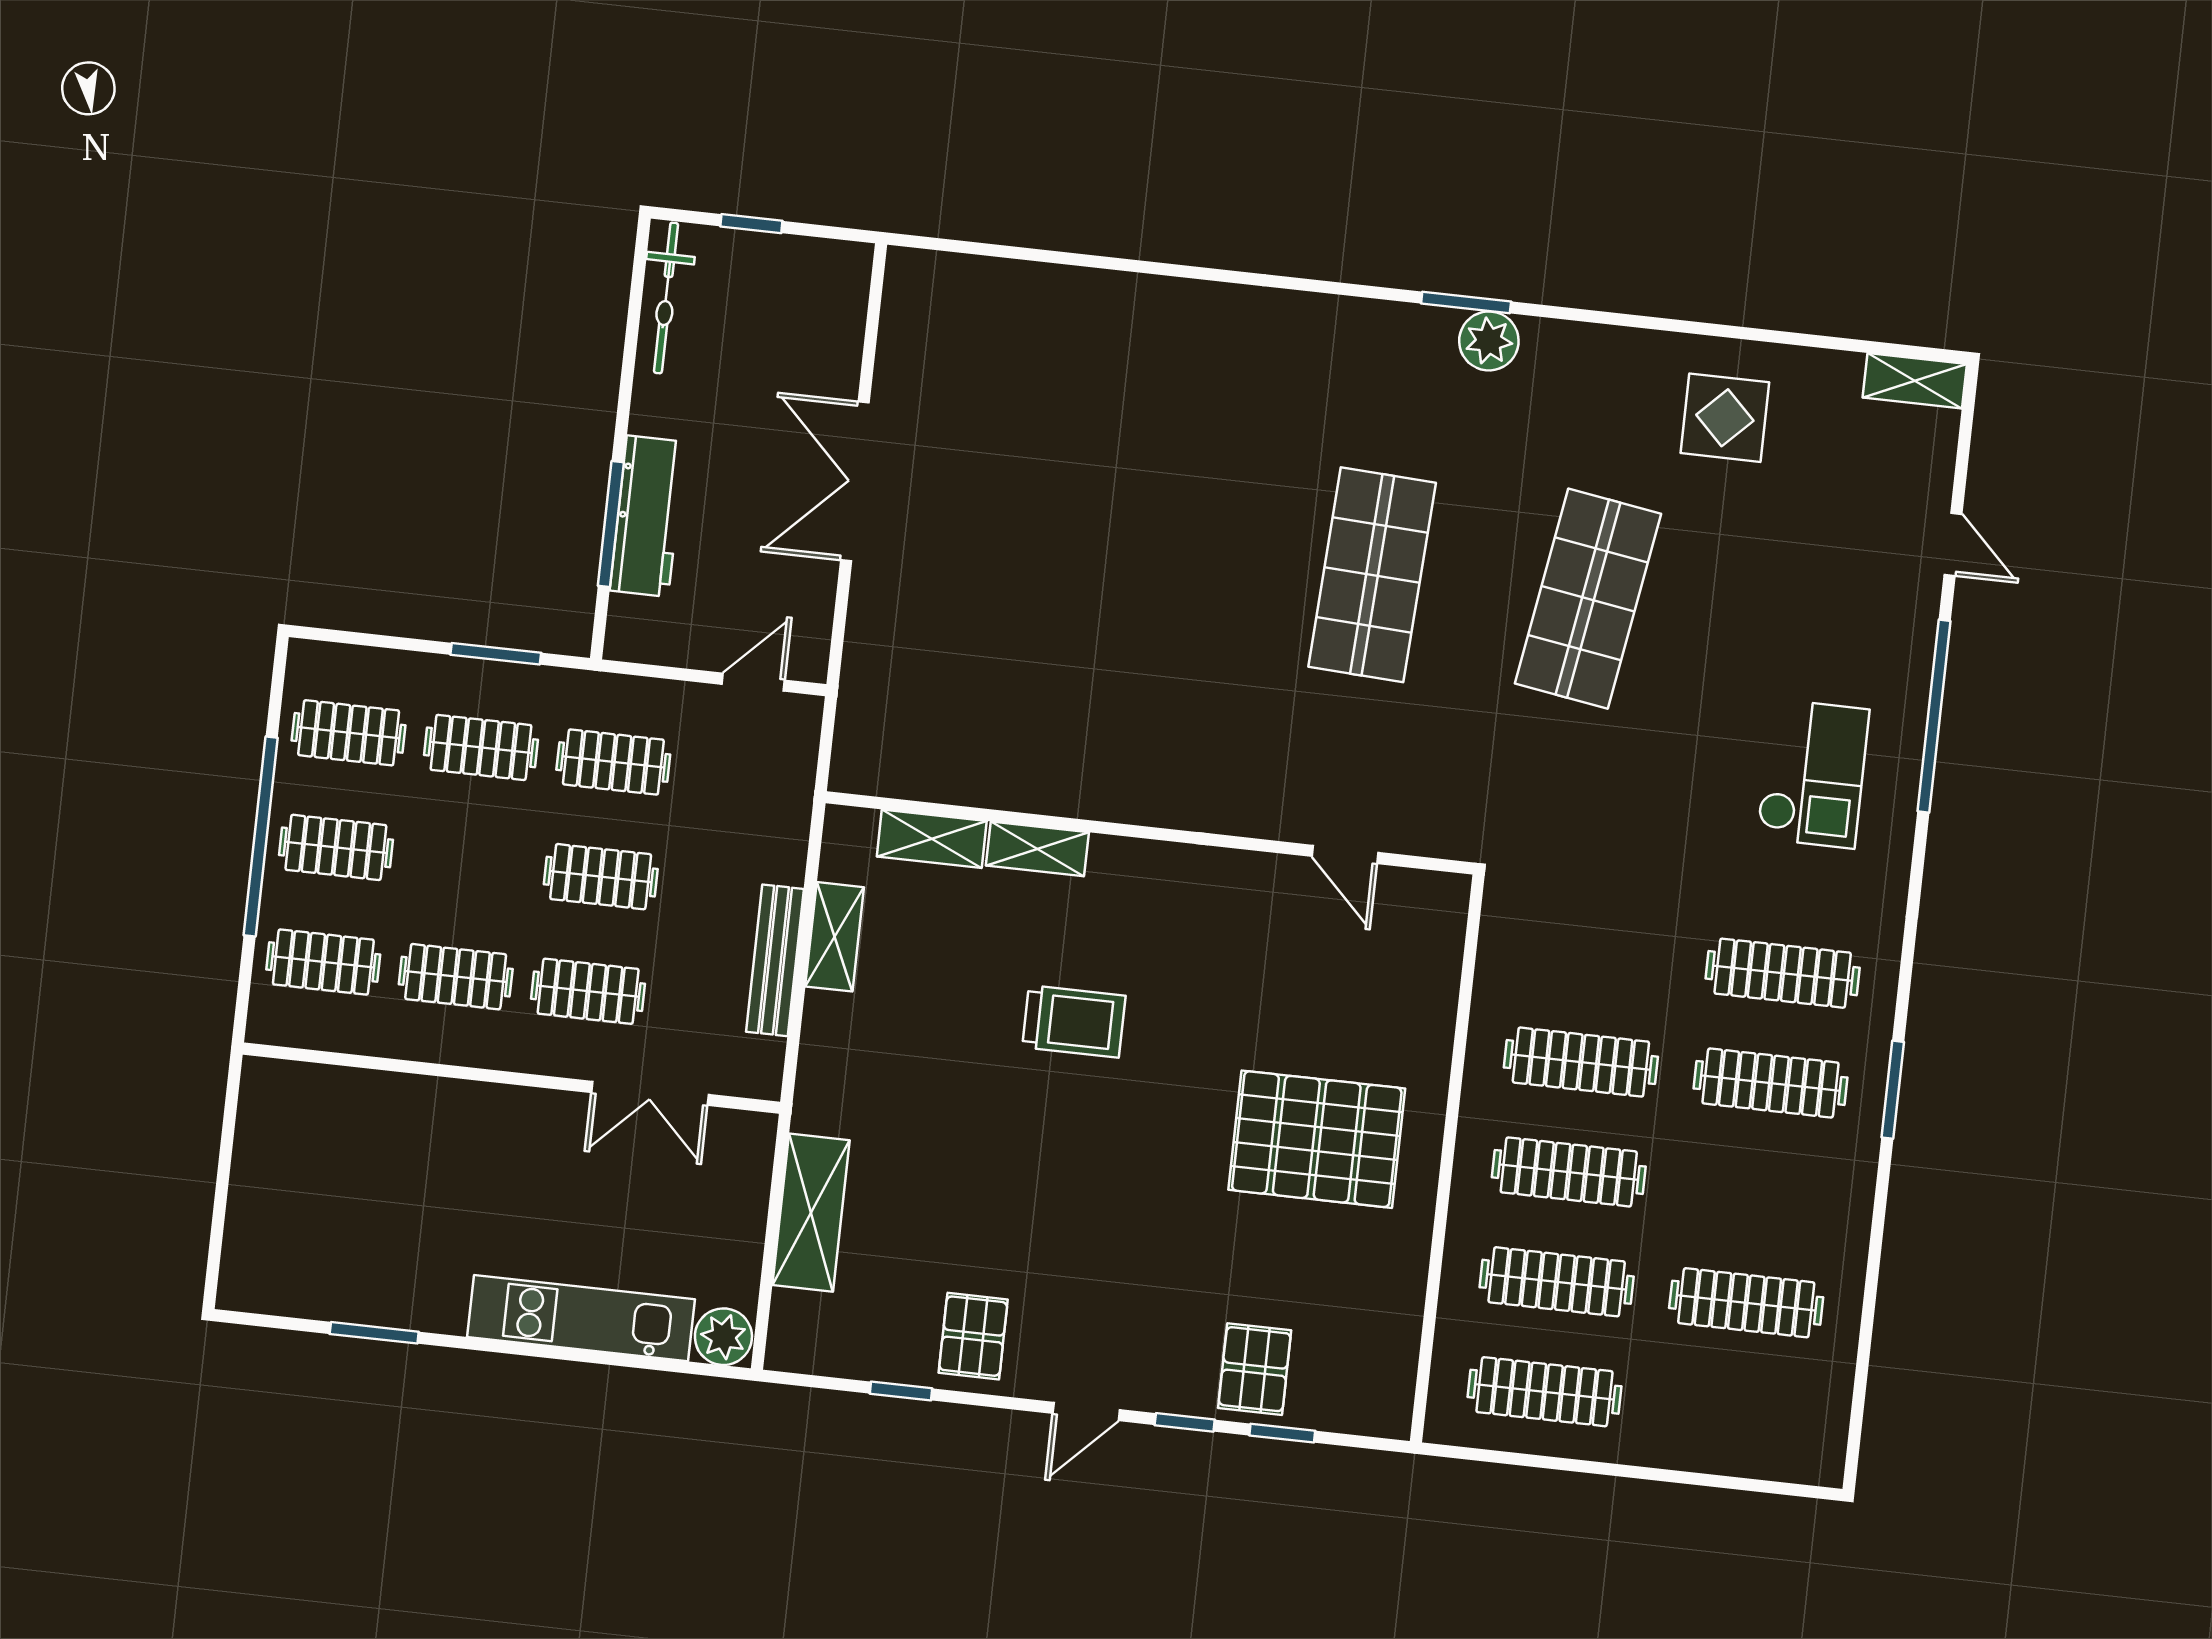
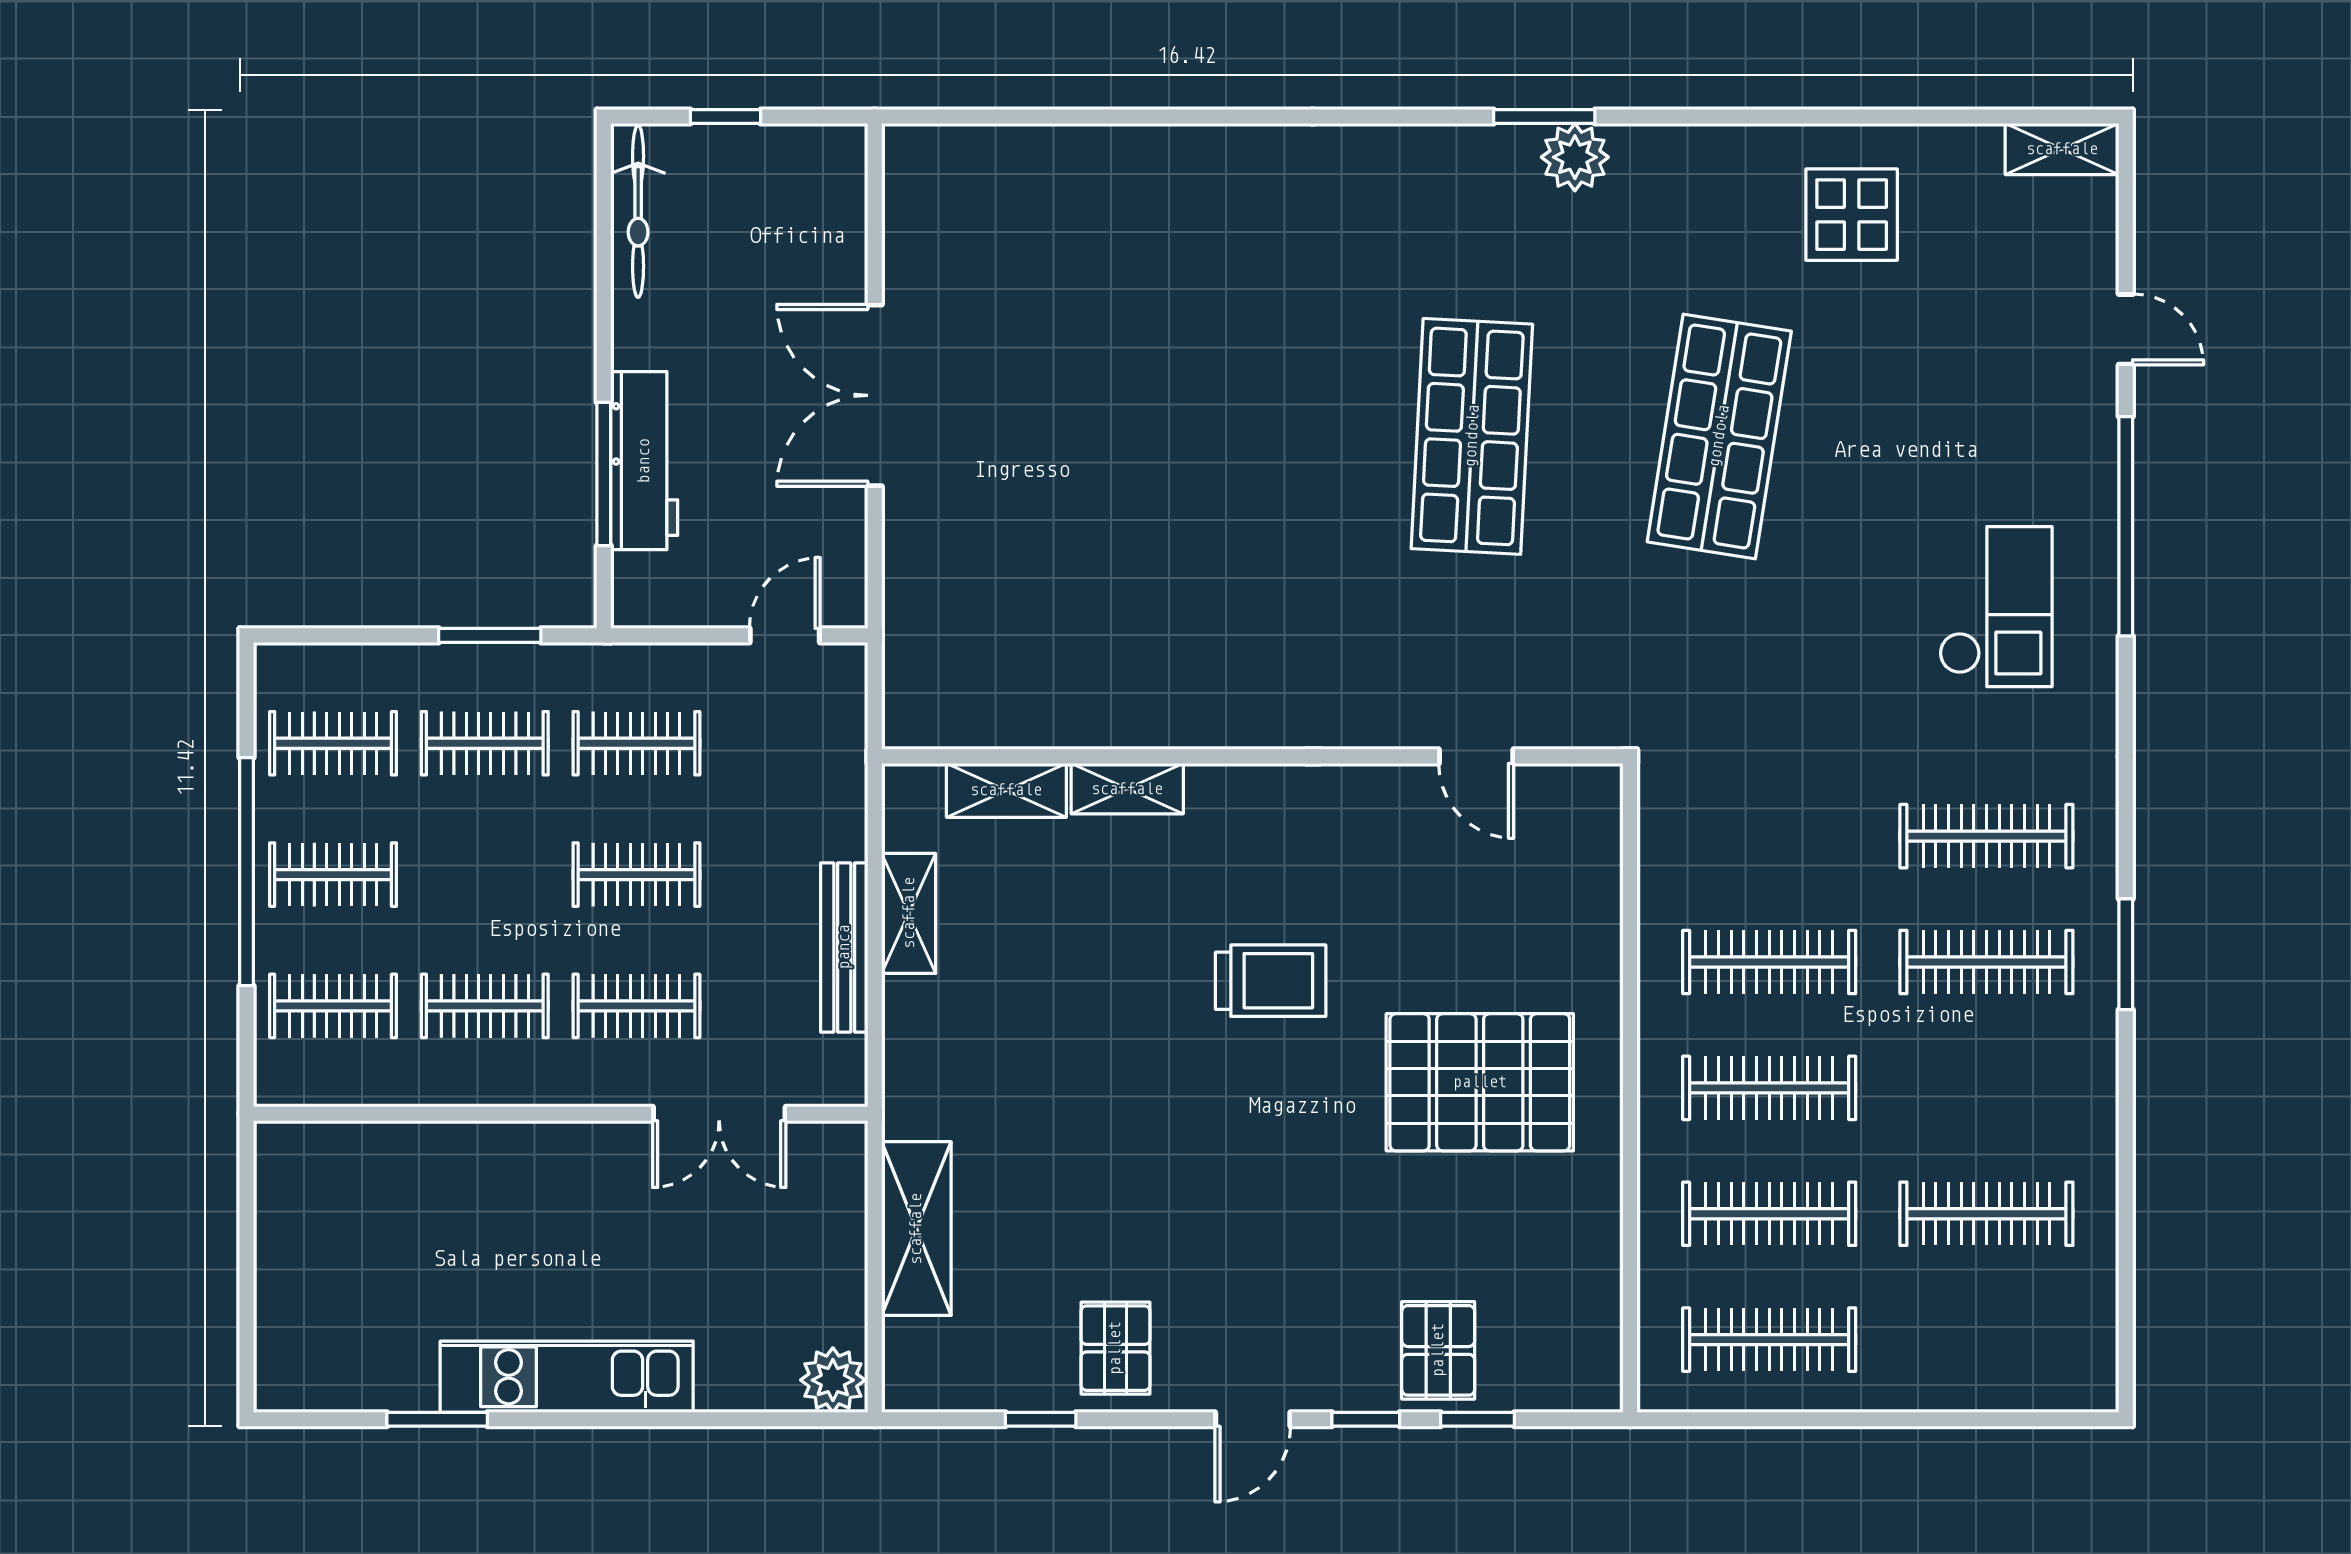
trolley: (1074, 1021) -> (1271, 981), moved
kitchen unit: (581, 1318) -> (567, 1377), moved

